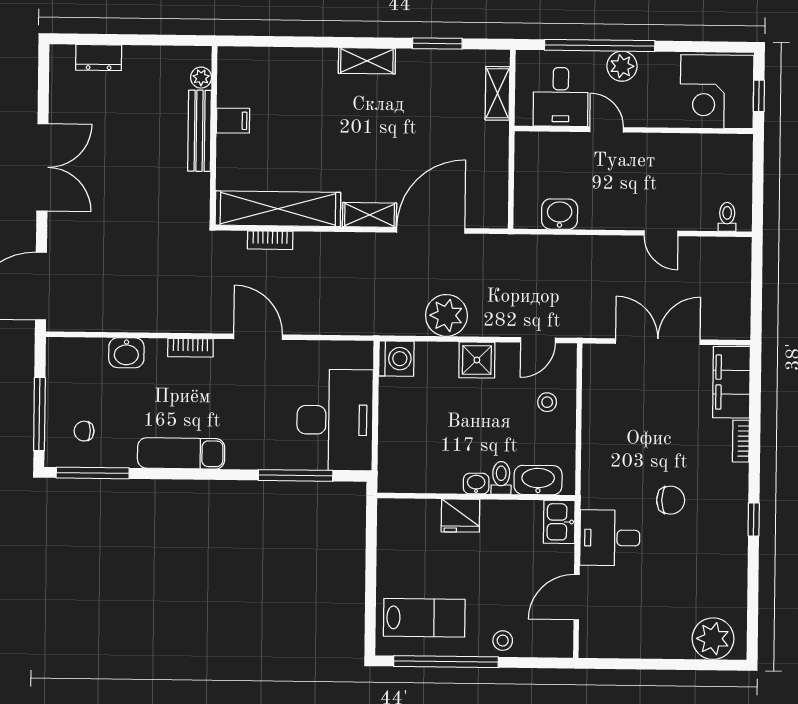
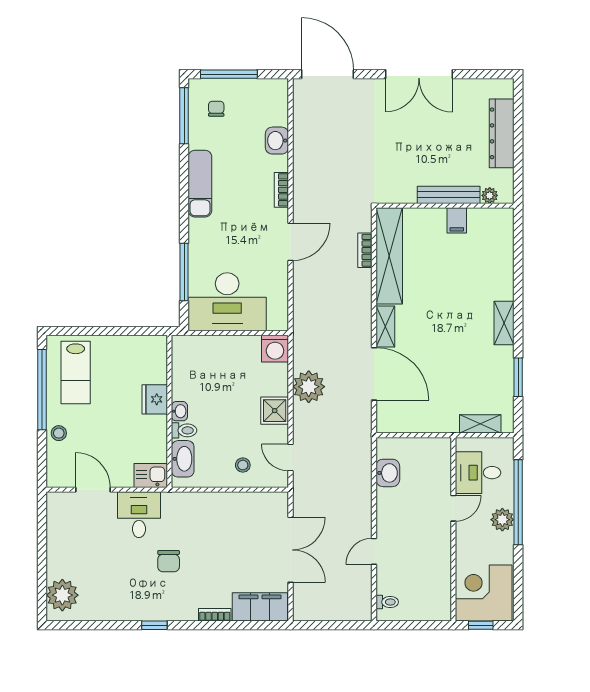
dresser: (99, 58) -> (502, 133), width x1.96, depth x1.24

